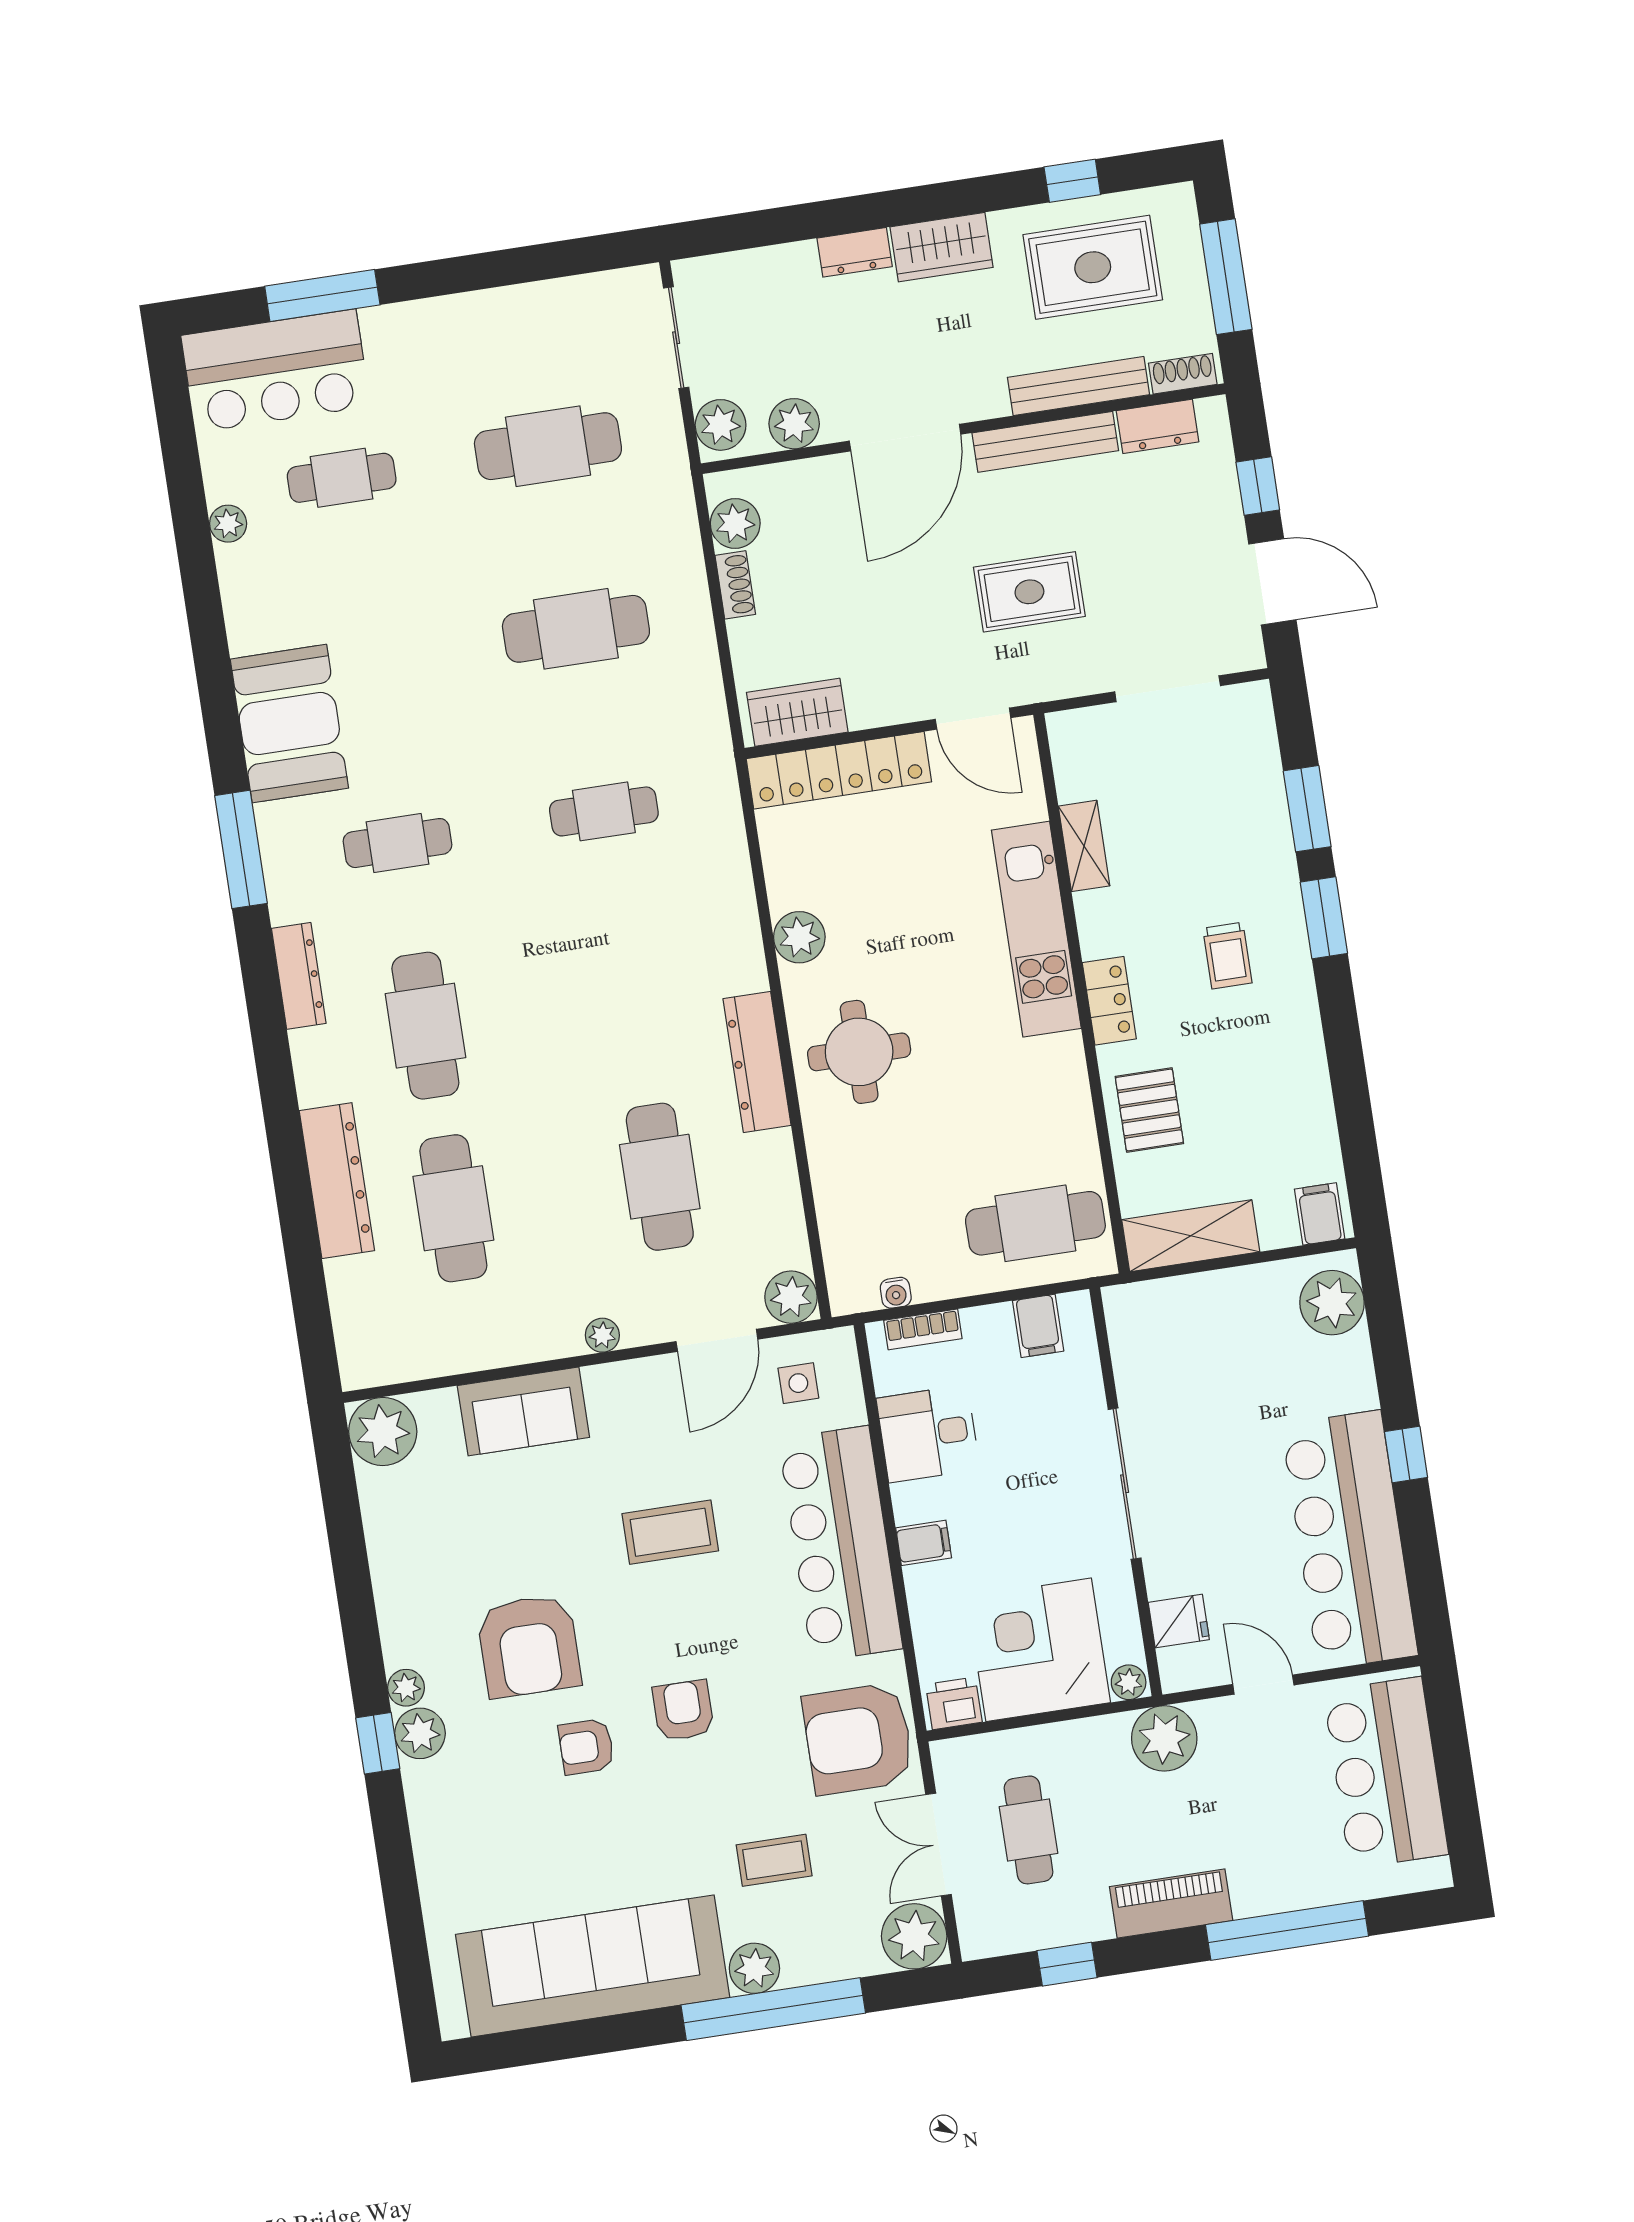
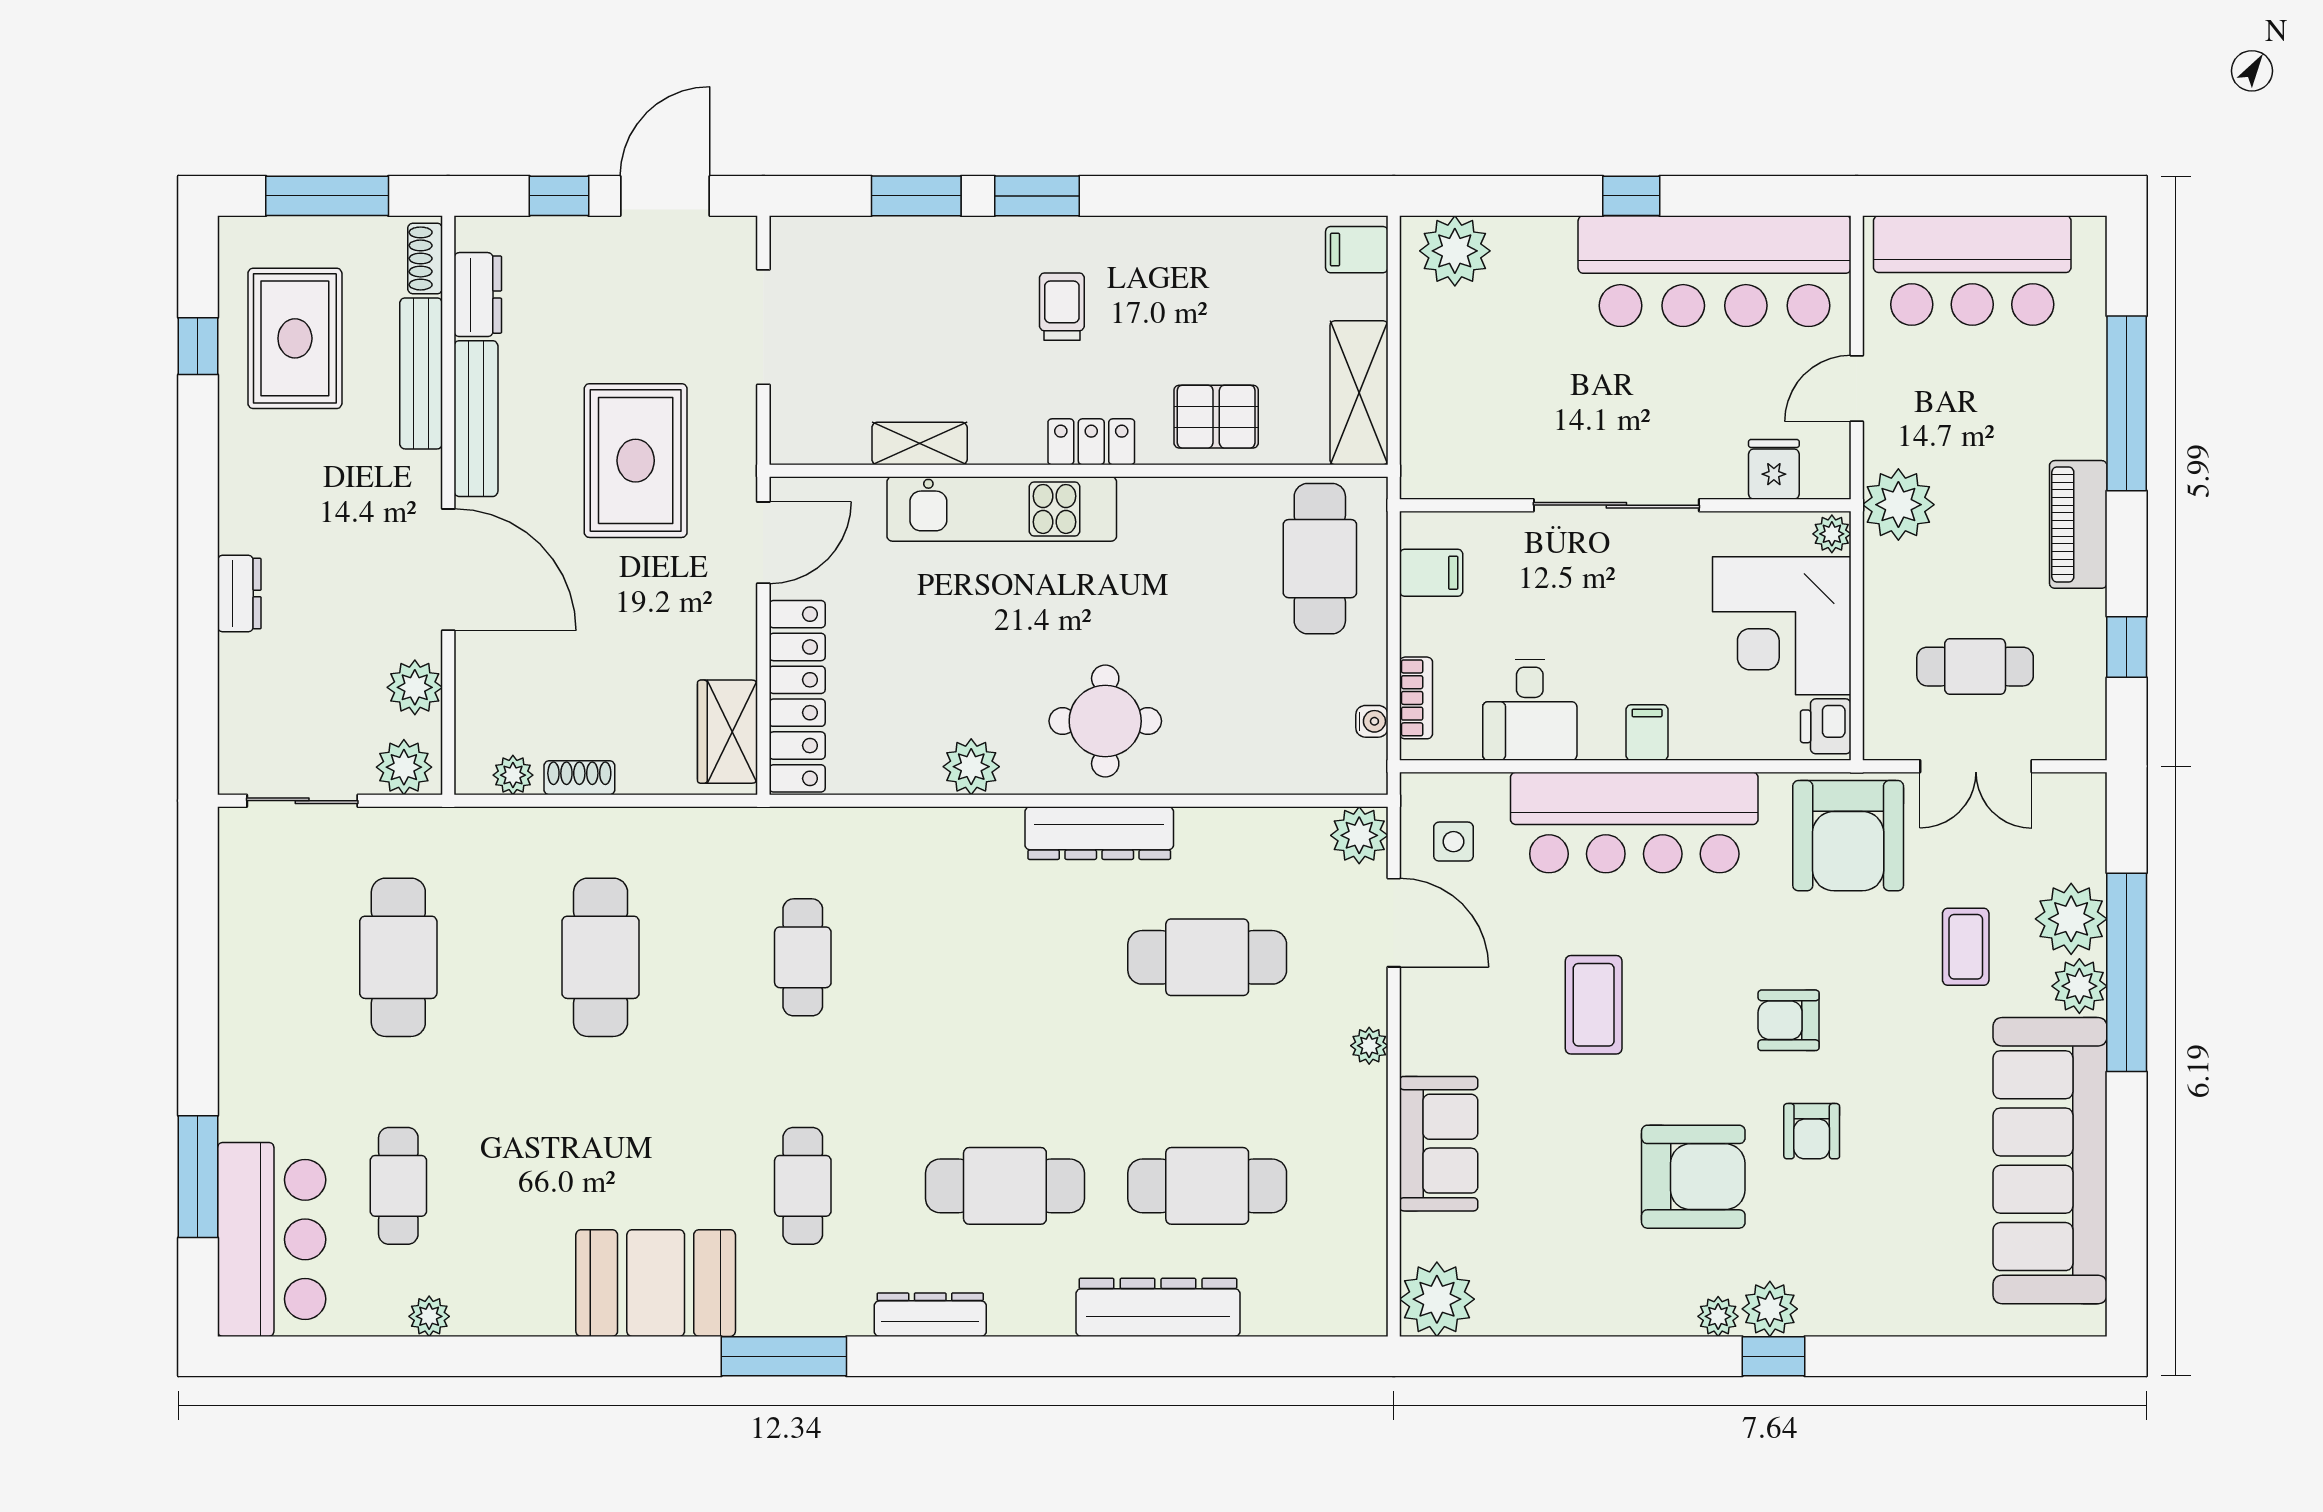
wardrobe: (942, 247) -> (248, 499), removed
plant: (735, 523) -> (513, 775), width x0.73, depth x0.73
rug: (1029, 592) -> (636, 461), width x1.36, depth x1.43
trolley: (1227, 956) -> (1062, 307), turned -90
plant: (914, 1936) -> (2071, 919), moved

